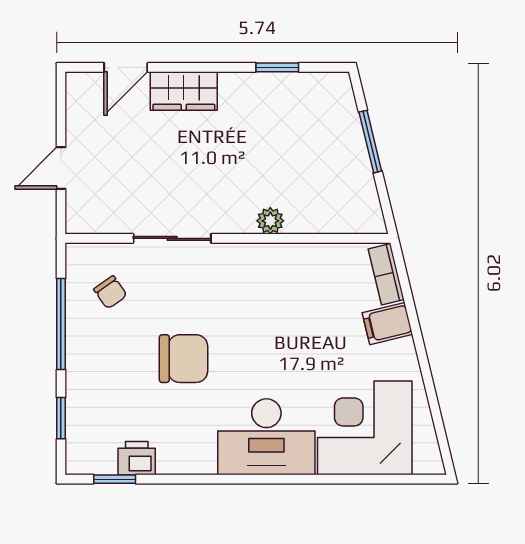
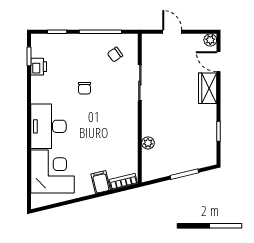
plant: (79, 85) -> (210, 40), added
plant: (270, 221) -> (148, 143), moved
chair: (184, 359) -> (84, 88), width x0.54, depth x0.54

